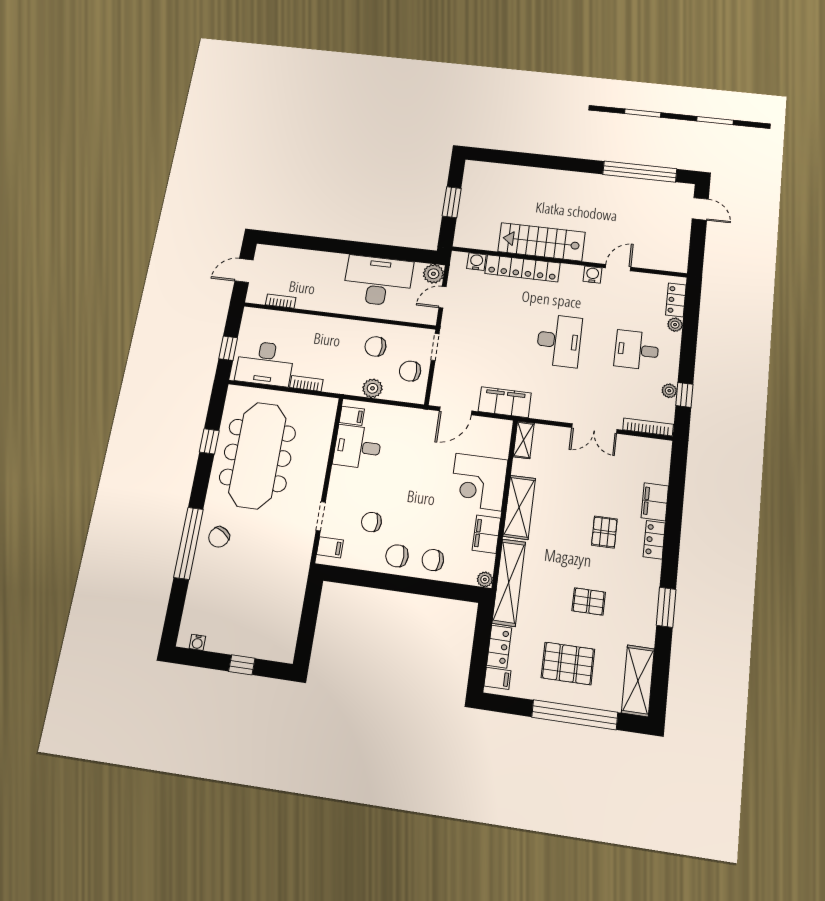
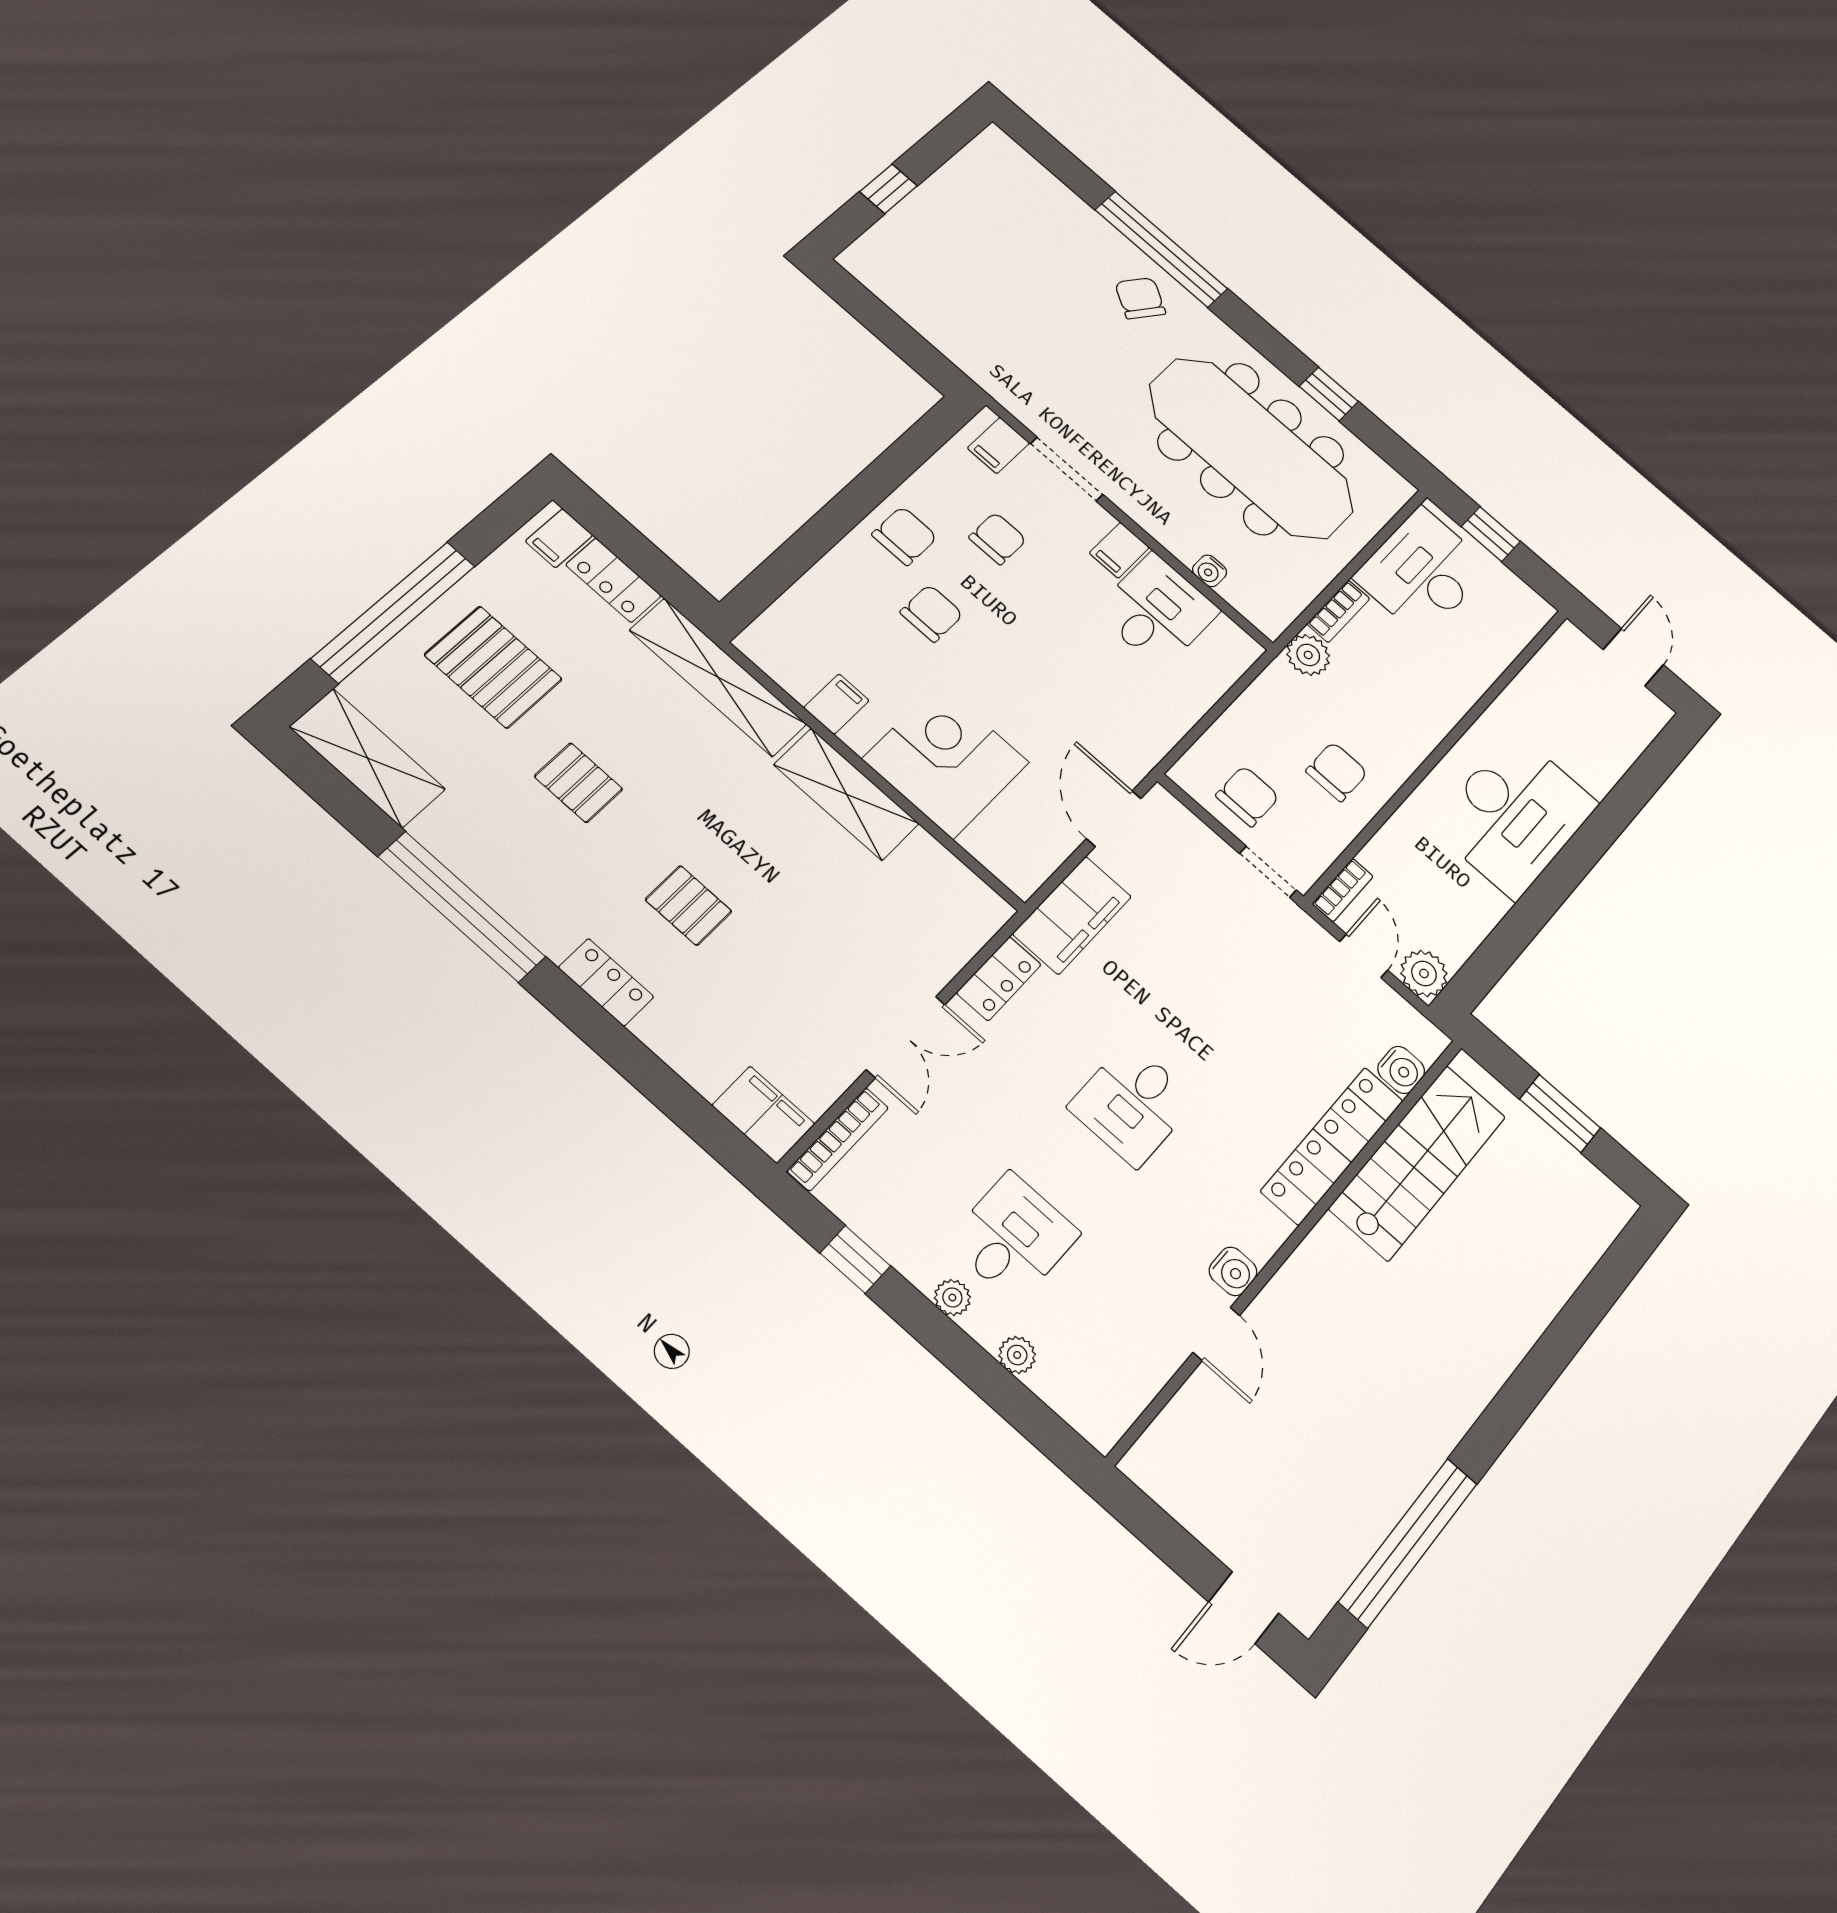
stairs: (541, 242) -> (1418, 1162), moved
desk: (378, 281) -> (1515, 815), moved
locker: (676, 300) -> (999, 979), moved, turned 90
bookcase: (281, 301) -> (1343, 890), moved
desk: (559, 341) -> (1132, 1104), width x0.73
plant: (372, 388) -> (1308, 655), moved
plant: (669, 391) -> (952, 1298), moved
filing cabinet: (352, 416) -> (1119, 550), moved
double door: (594, 429) -> (906, 1037), swing flipped
shelving: (524, 440) -> (973, 895), removed
filing cabinet: (655, 502) -> (763, 1115), moved
doorway: (321, 516) -> (1067, 469), width x1.38
filing cabinet: (486, 534) -> (836, 704), width x0.50
chair: (433, 560) -> (932, 613), moved
plant: (485, 579) -> (754, 643), removed
pallet: (589, 601) -> (579, 783), turned 90
window: (666, 607) -> (462, 907), width x2.11
water cooler: (197, 642) -> (1210, 571), moved, turned -90
pallet: (568, 663) -> (493, 667), turned 90

